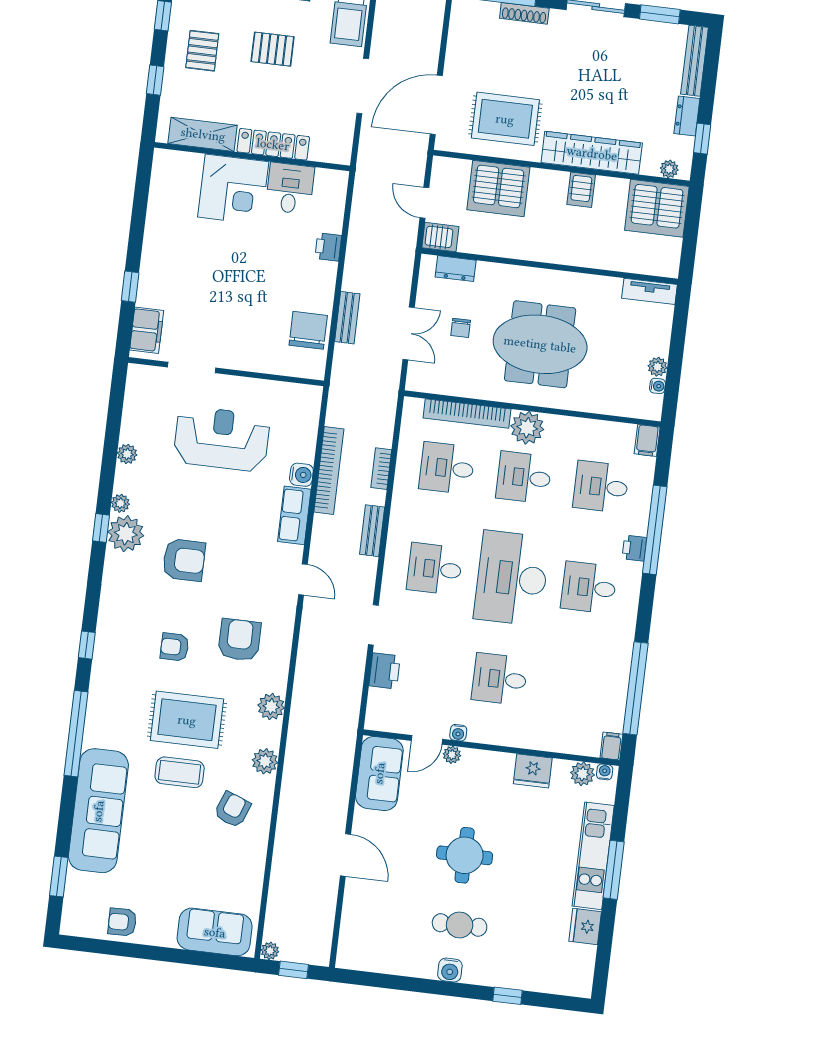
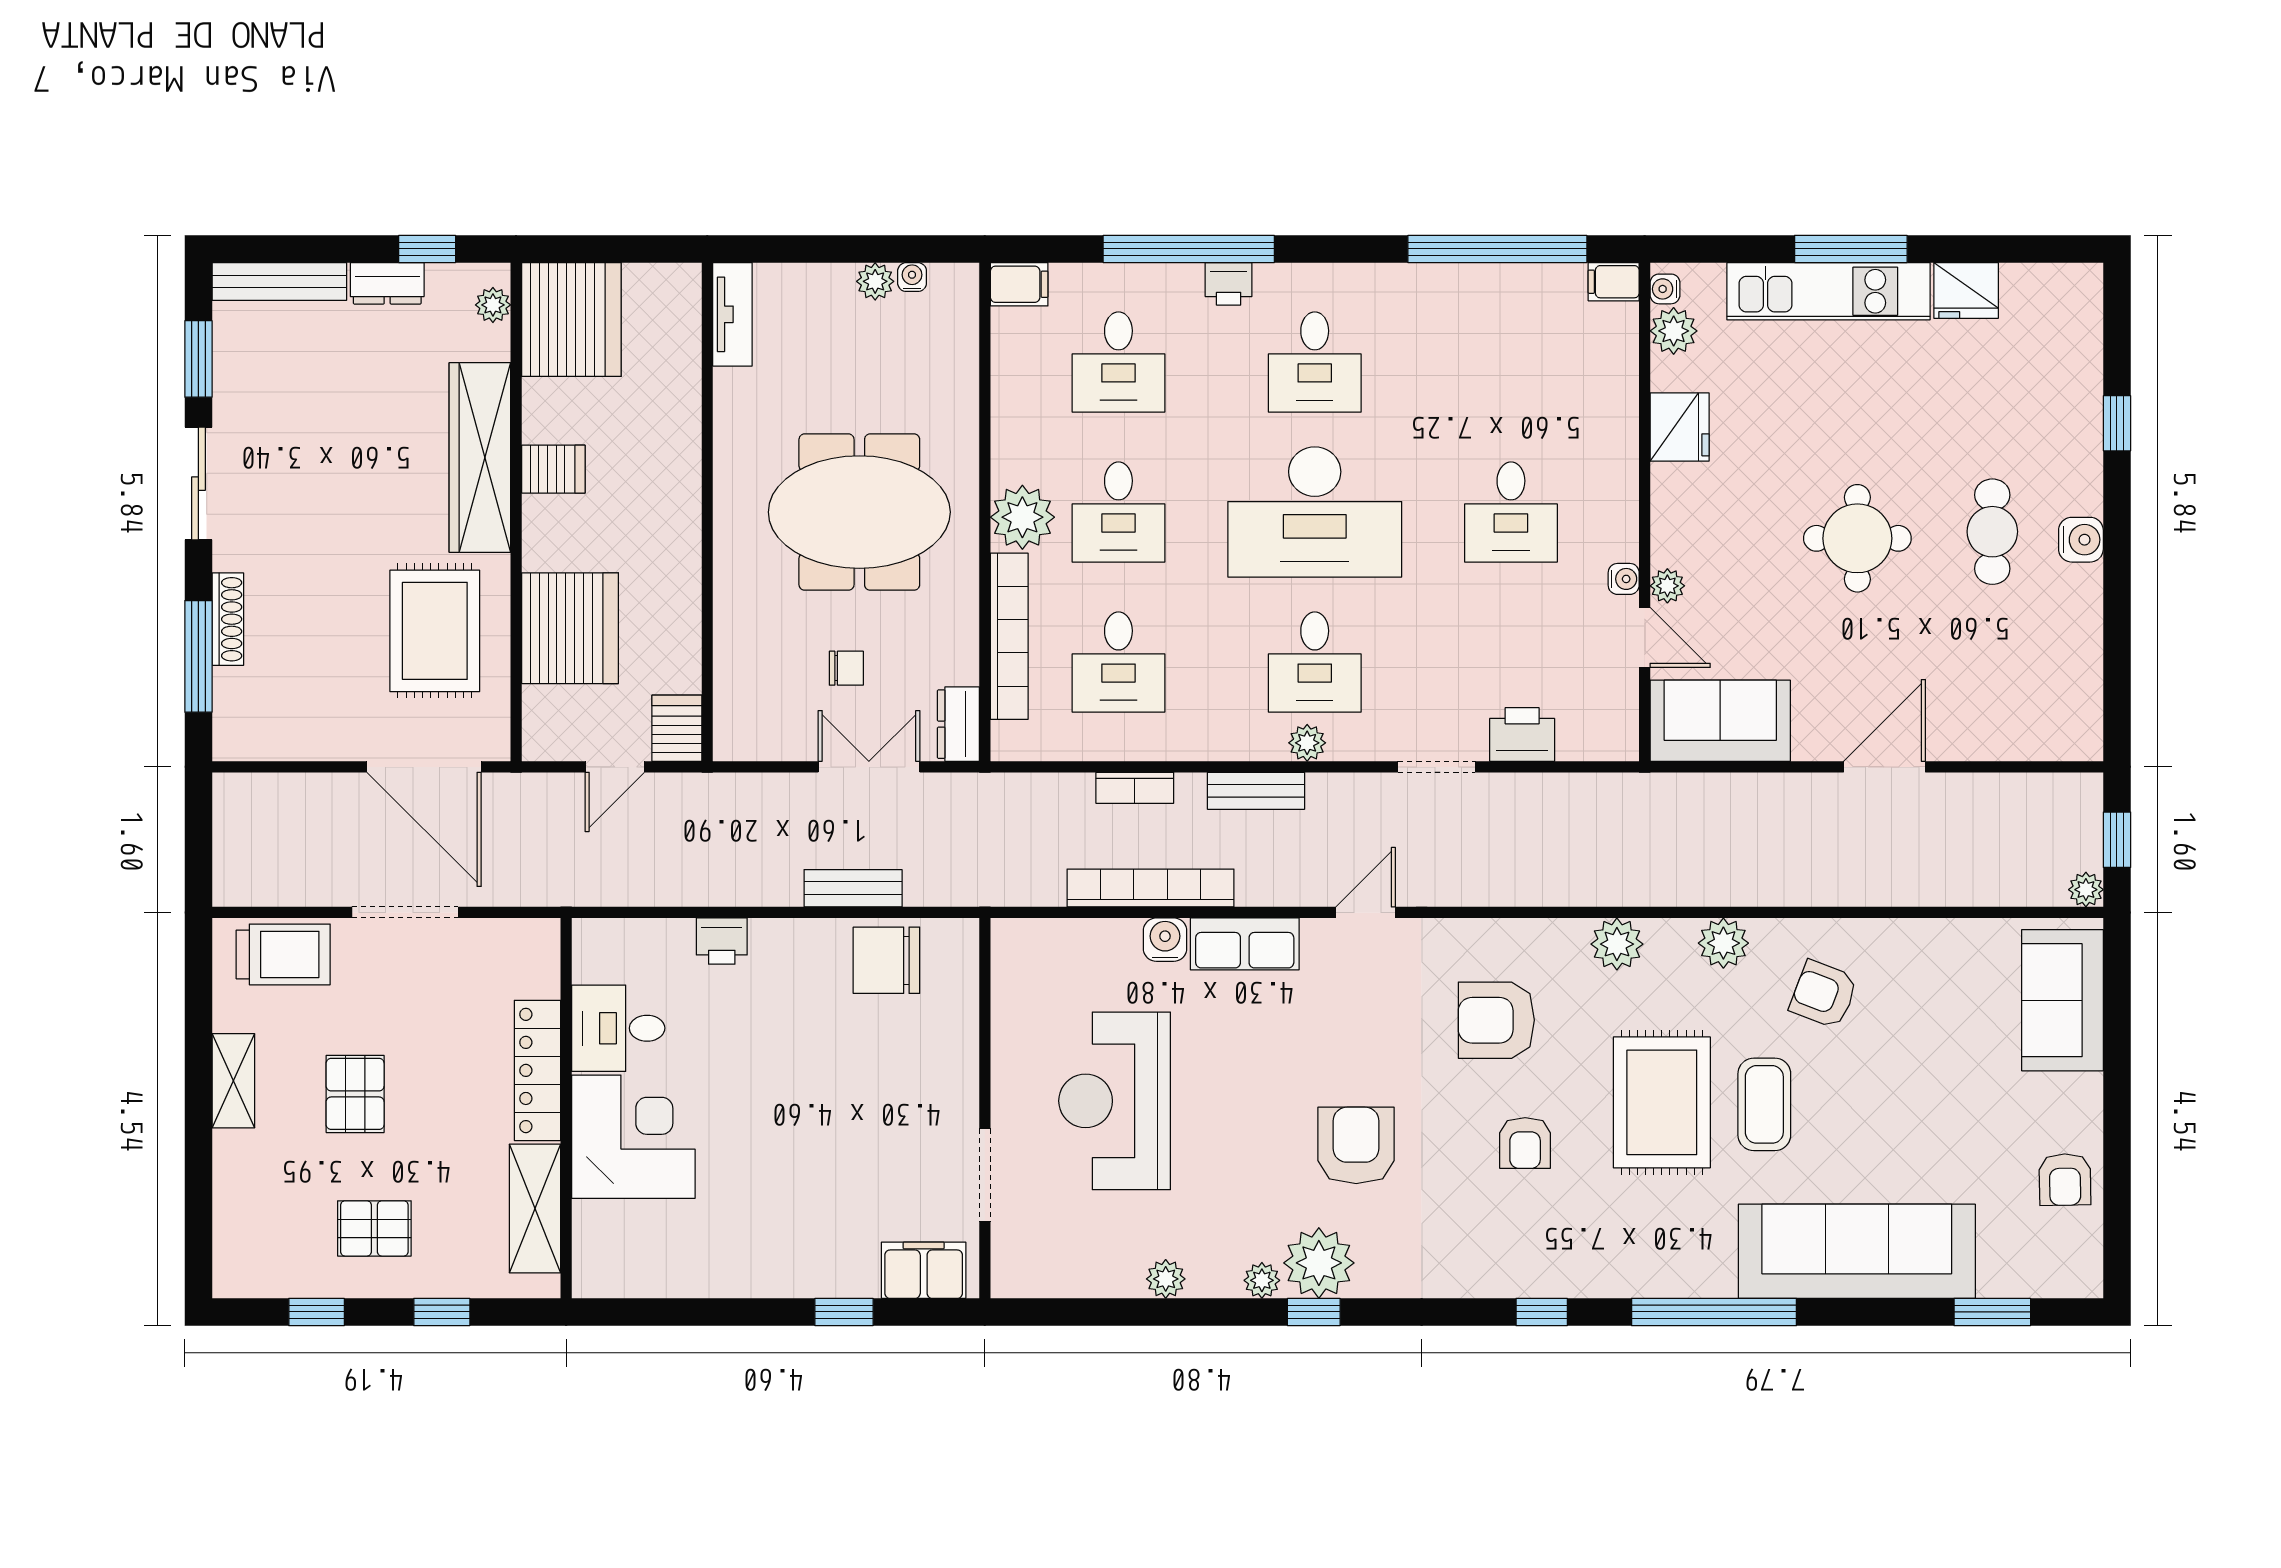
dresser: (456, 269) -> (958, 724), moved, turned 180
meeting table: (540, 344) -> (859, 512), turned 90
plant: (394, 560) -> (1307, 743), added

